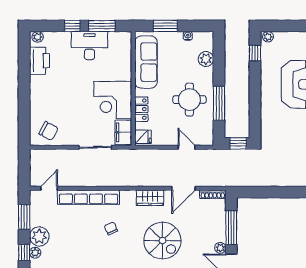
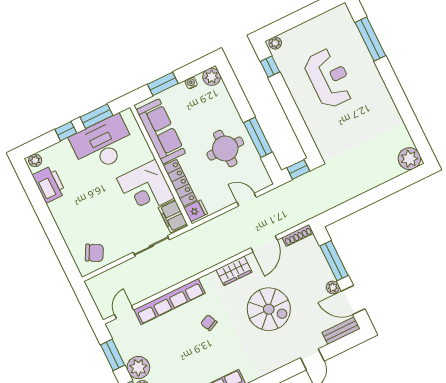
desk: (90, 46) -> (103, 144), width x1.36, depth x1.30
plant: (206, 59) -> (212, 77), moved
locker: (141, 109) -> (180, 183), width x1.53

